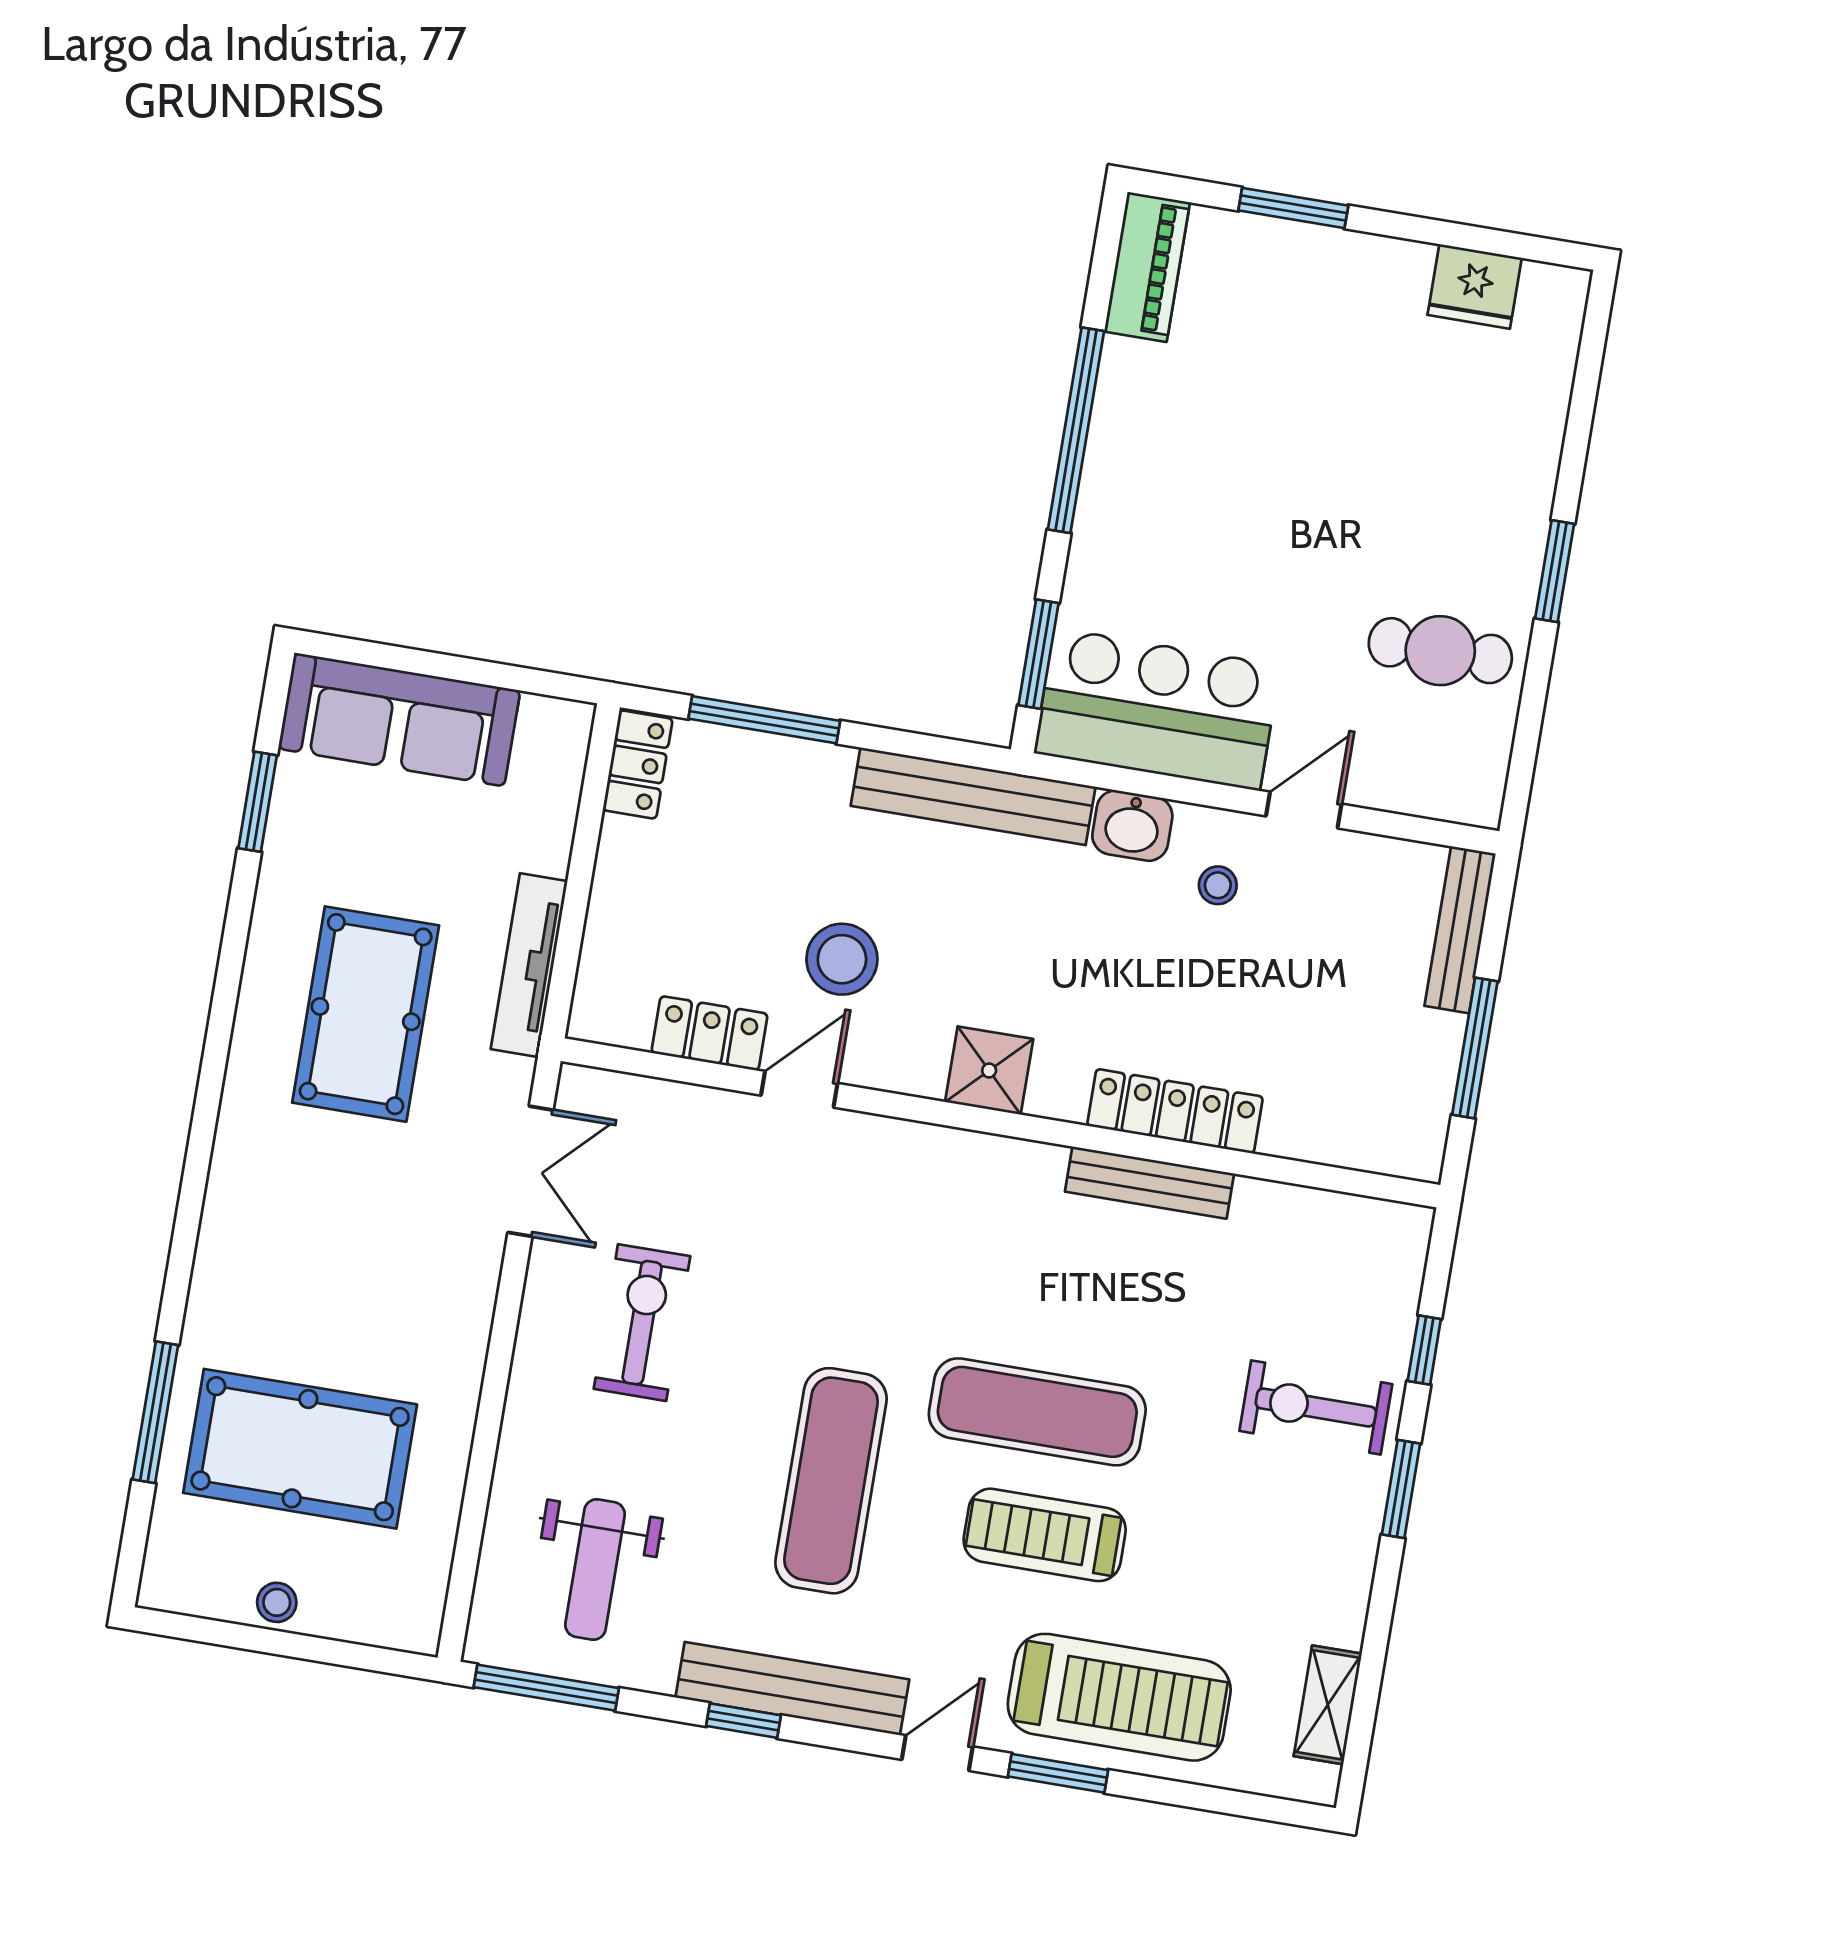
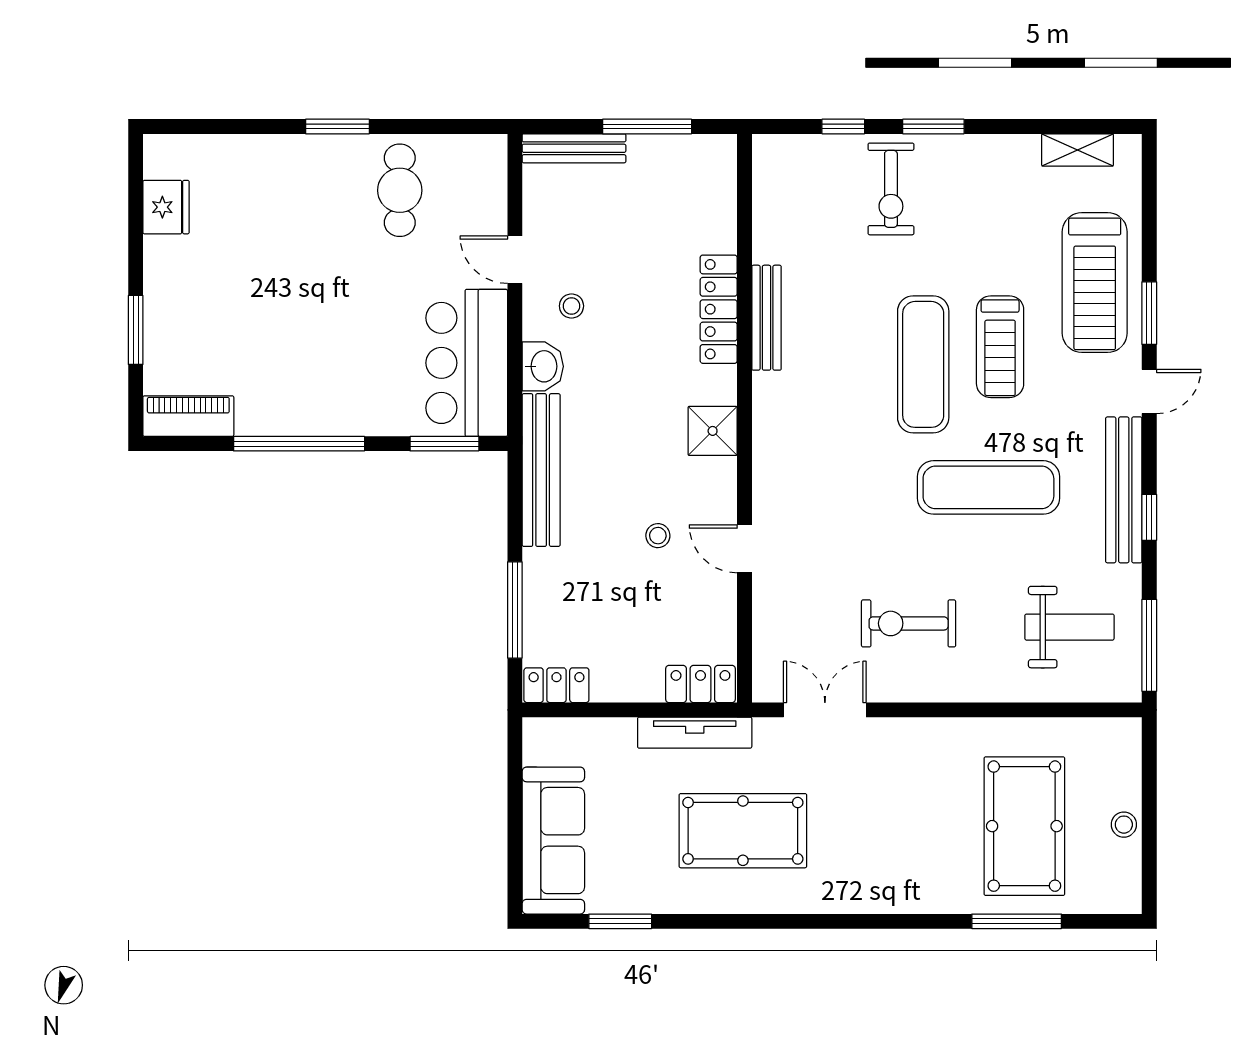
stool: (842, 959) -> (658, 536), width x0.53, depth x0.53
locker: (710, 1033) -> (700, 684), moved, turned 90
treadmill: (1119, 1697) -> (1095, 282), turned 180
door: (937, 1753) -> (1149, 392), swing flipped

